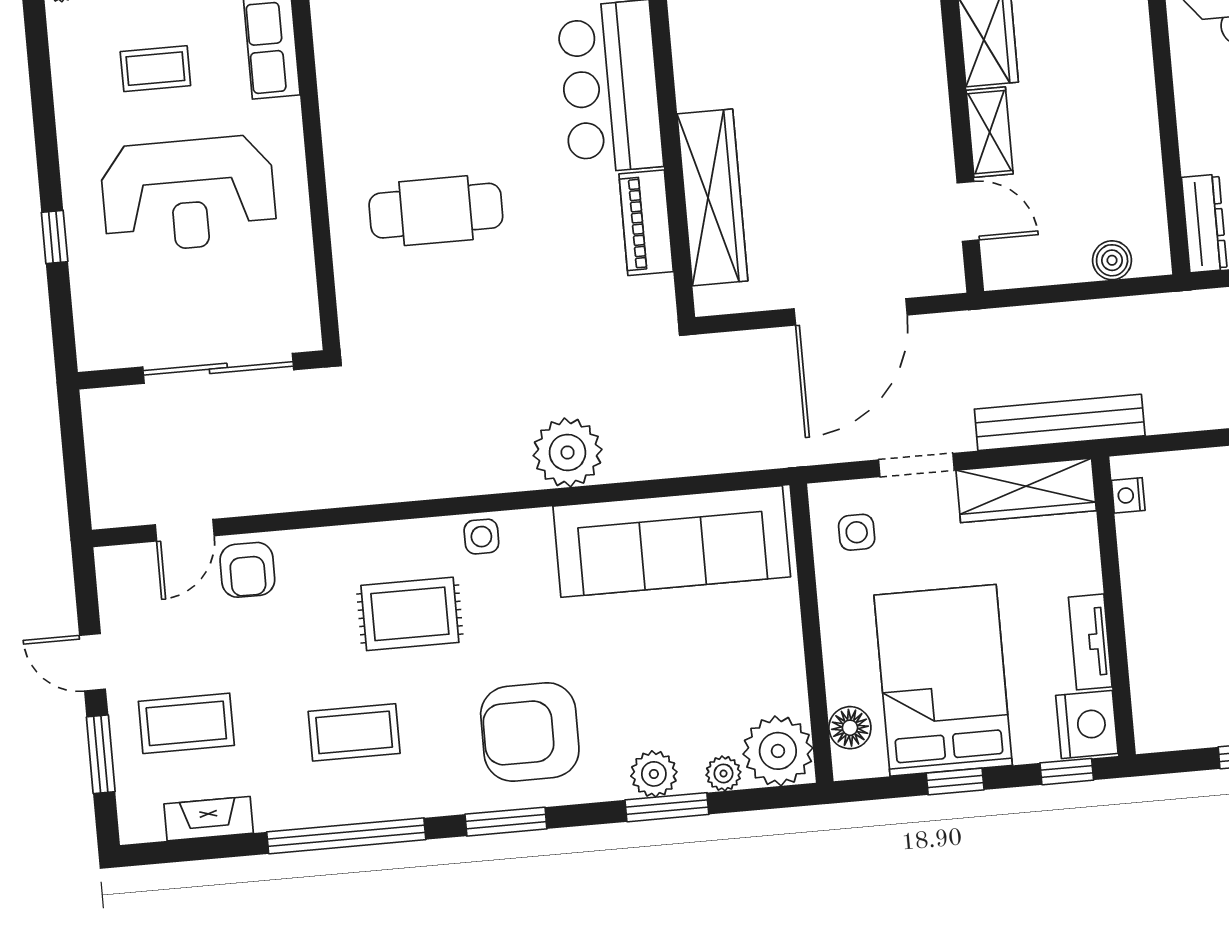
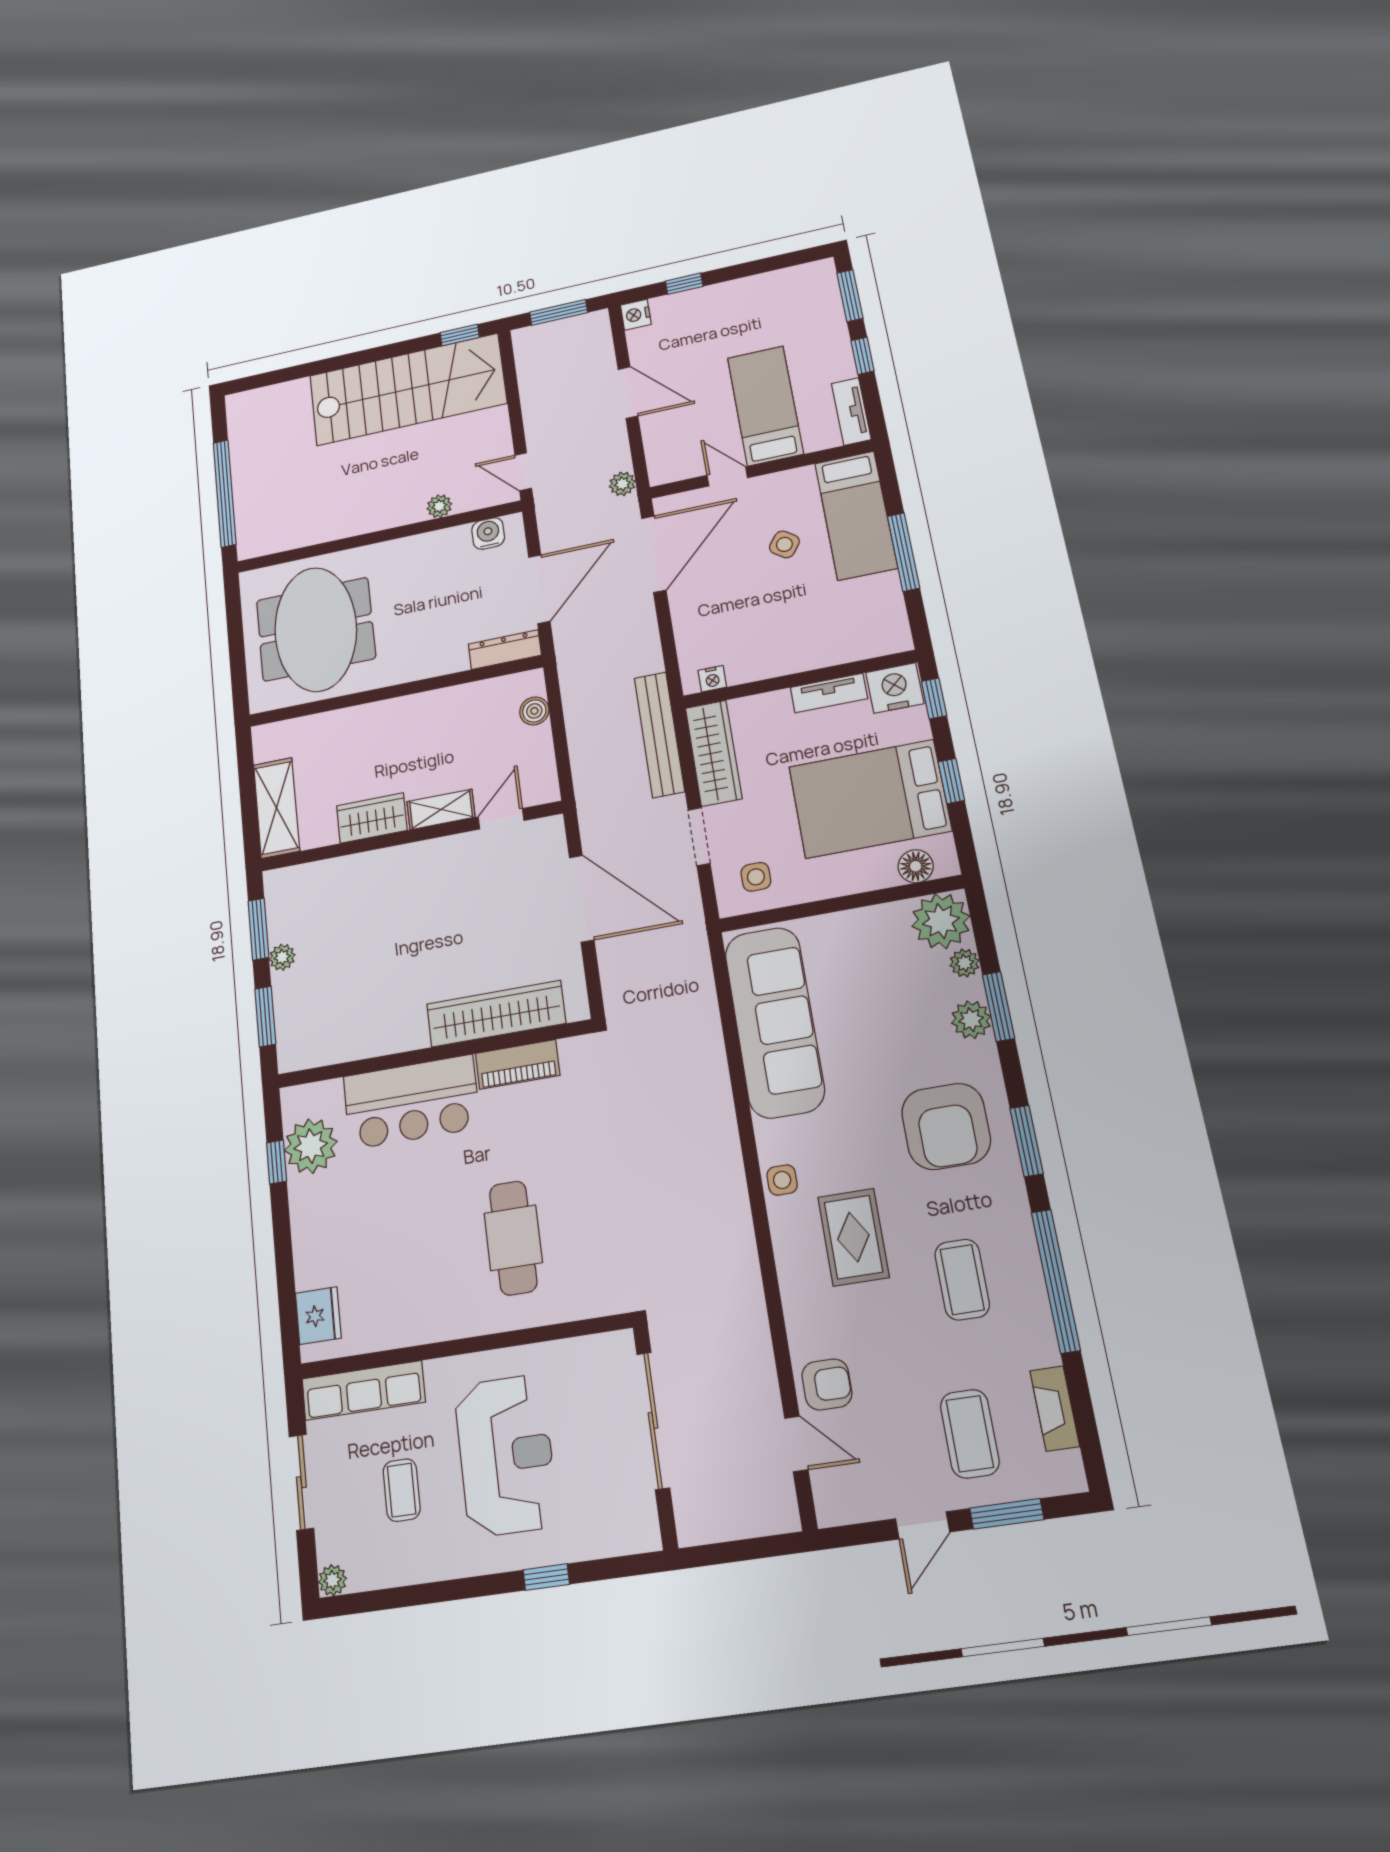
plant: (568, 452) -> (707, 1113), removed

